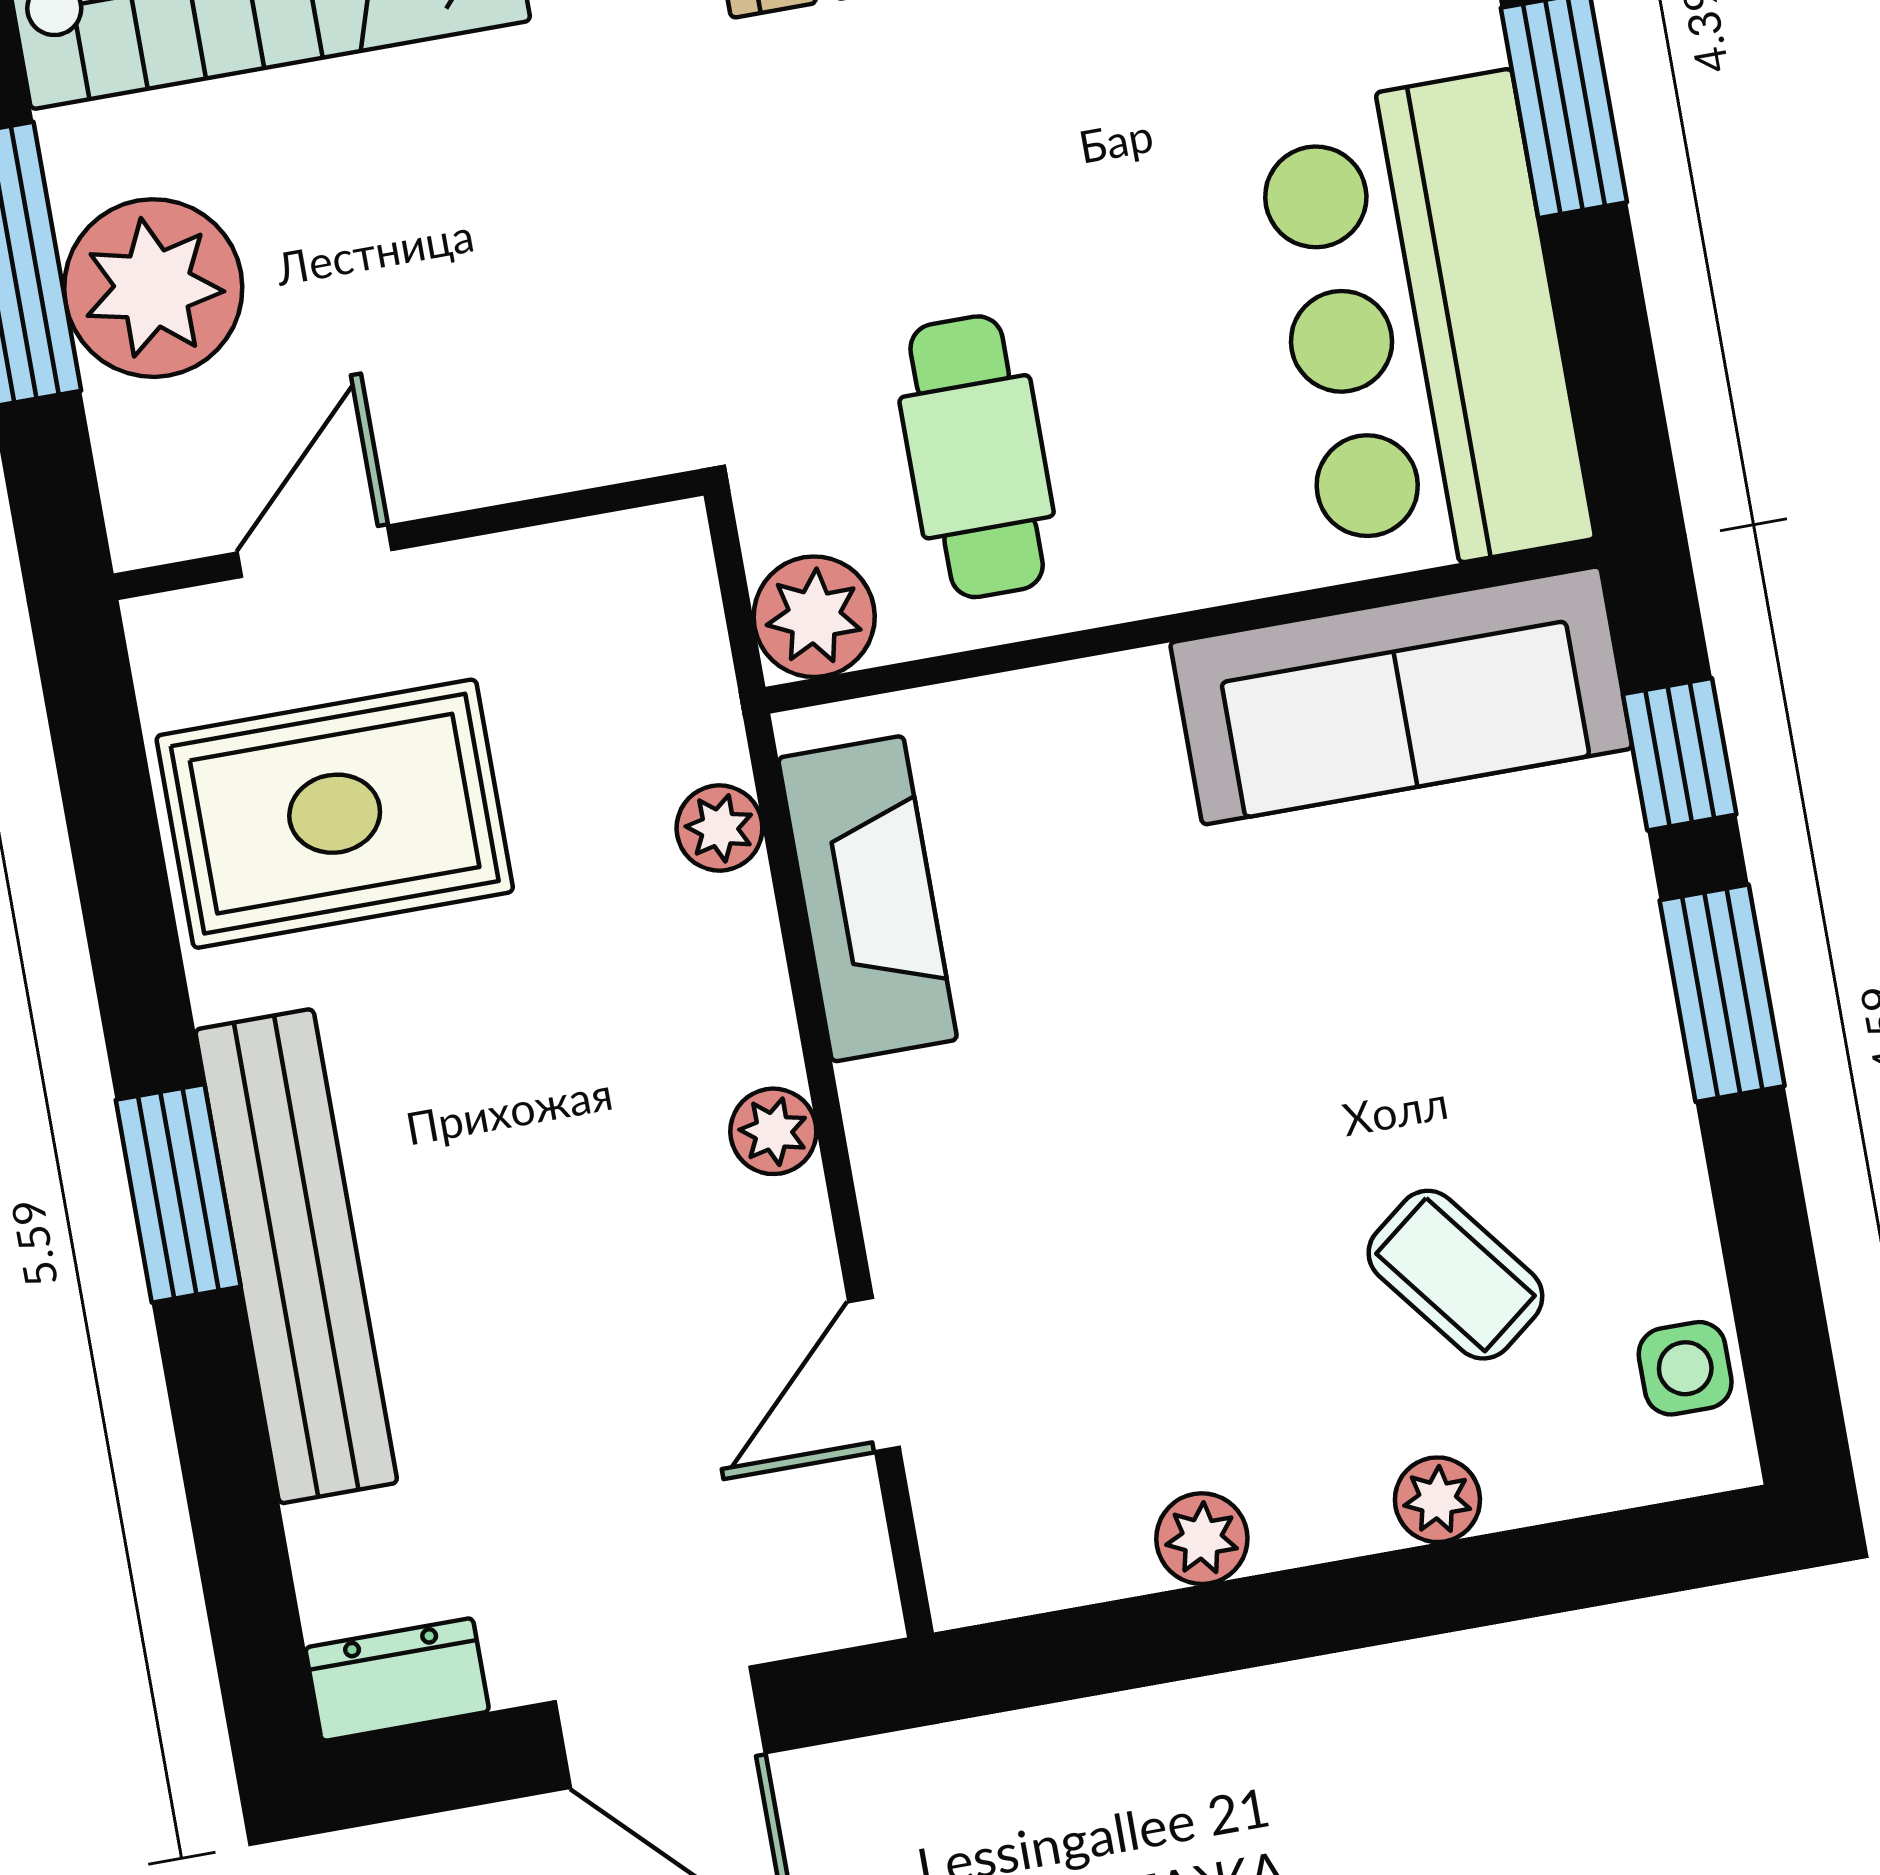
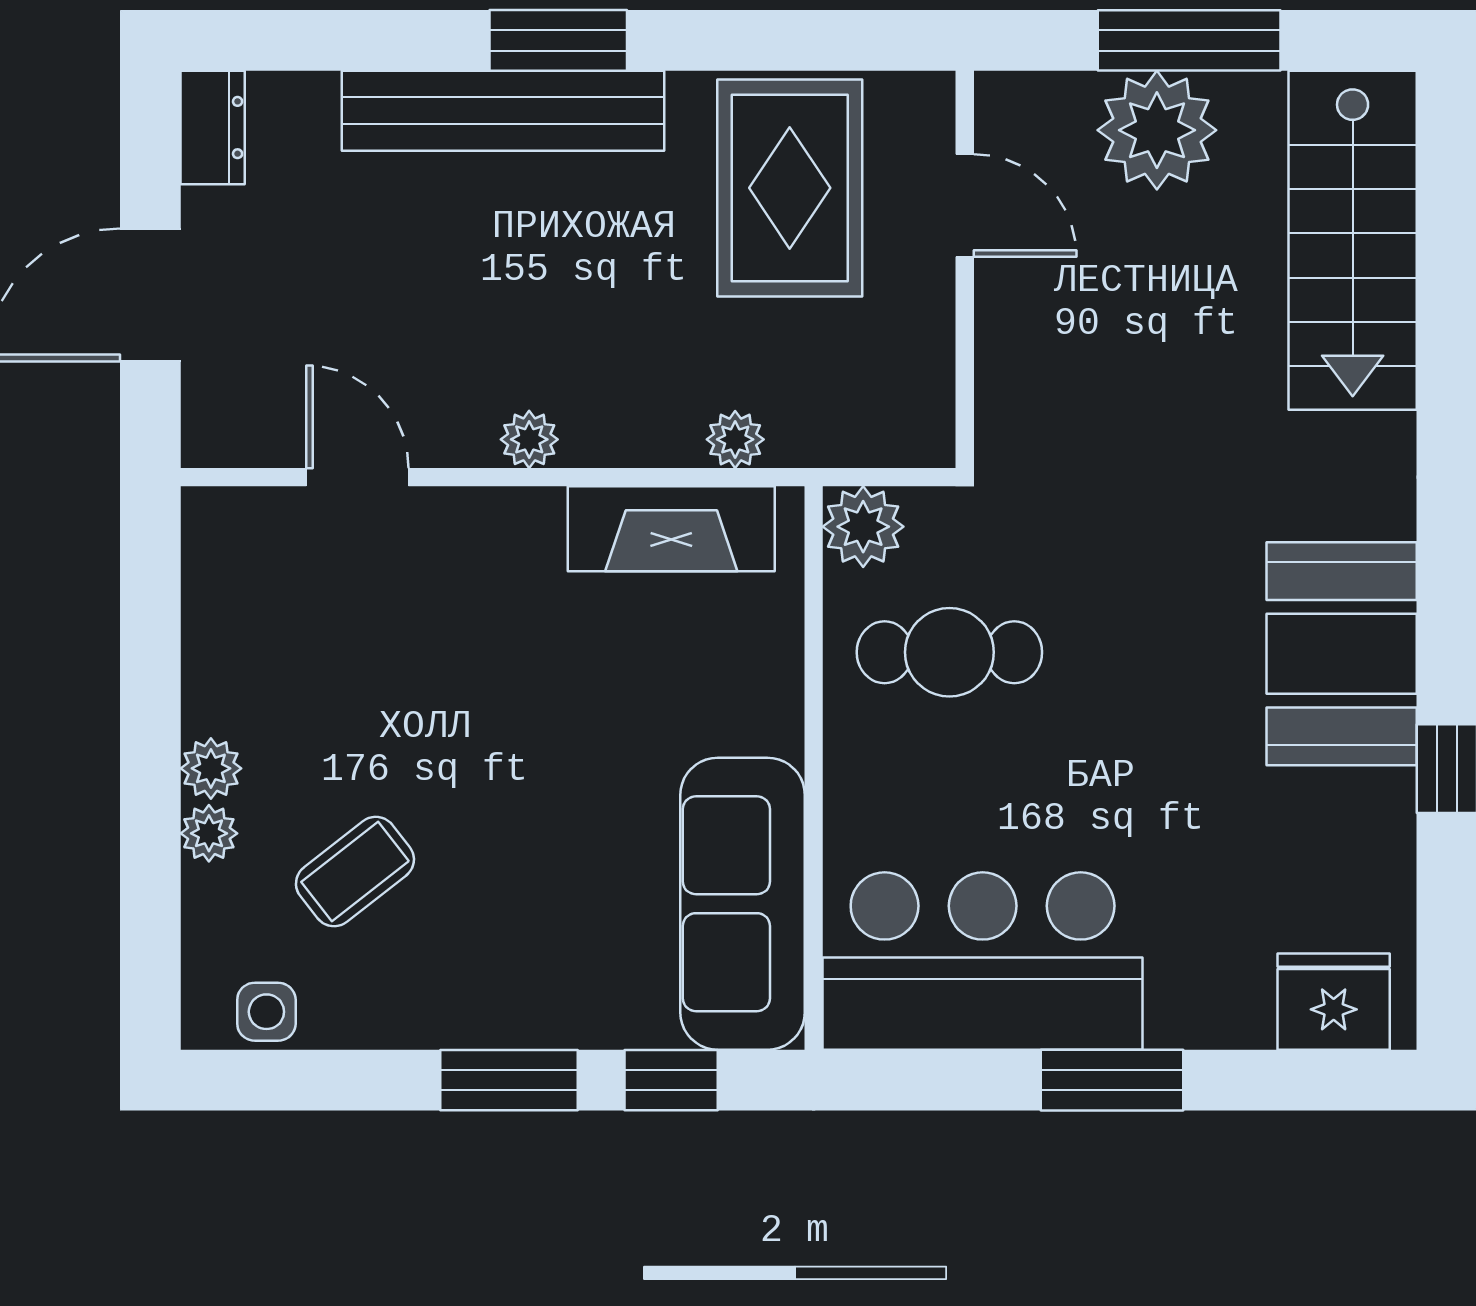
plant: (1202, 1539) -> (211, 768), moved

